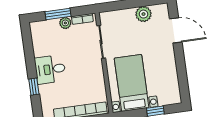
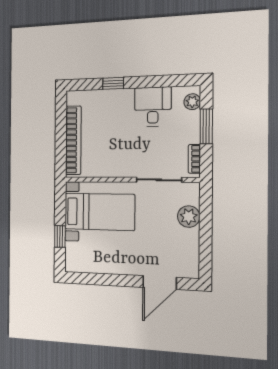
plant: (143, 14) -> (189, 217), moved
plant: (65, 23) -> (192, 102), moved
desk: (50, 69) -> (153, 107), moved

